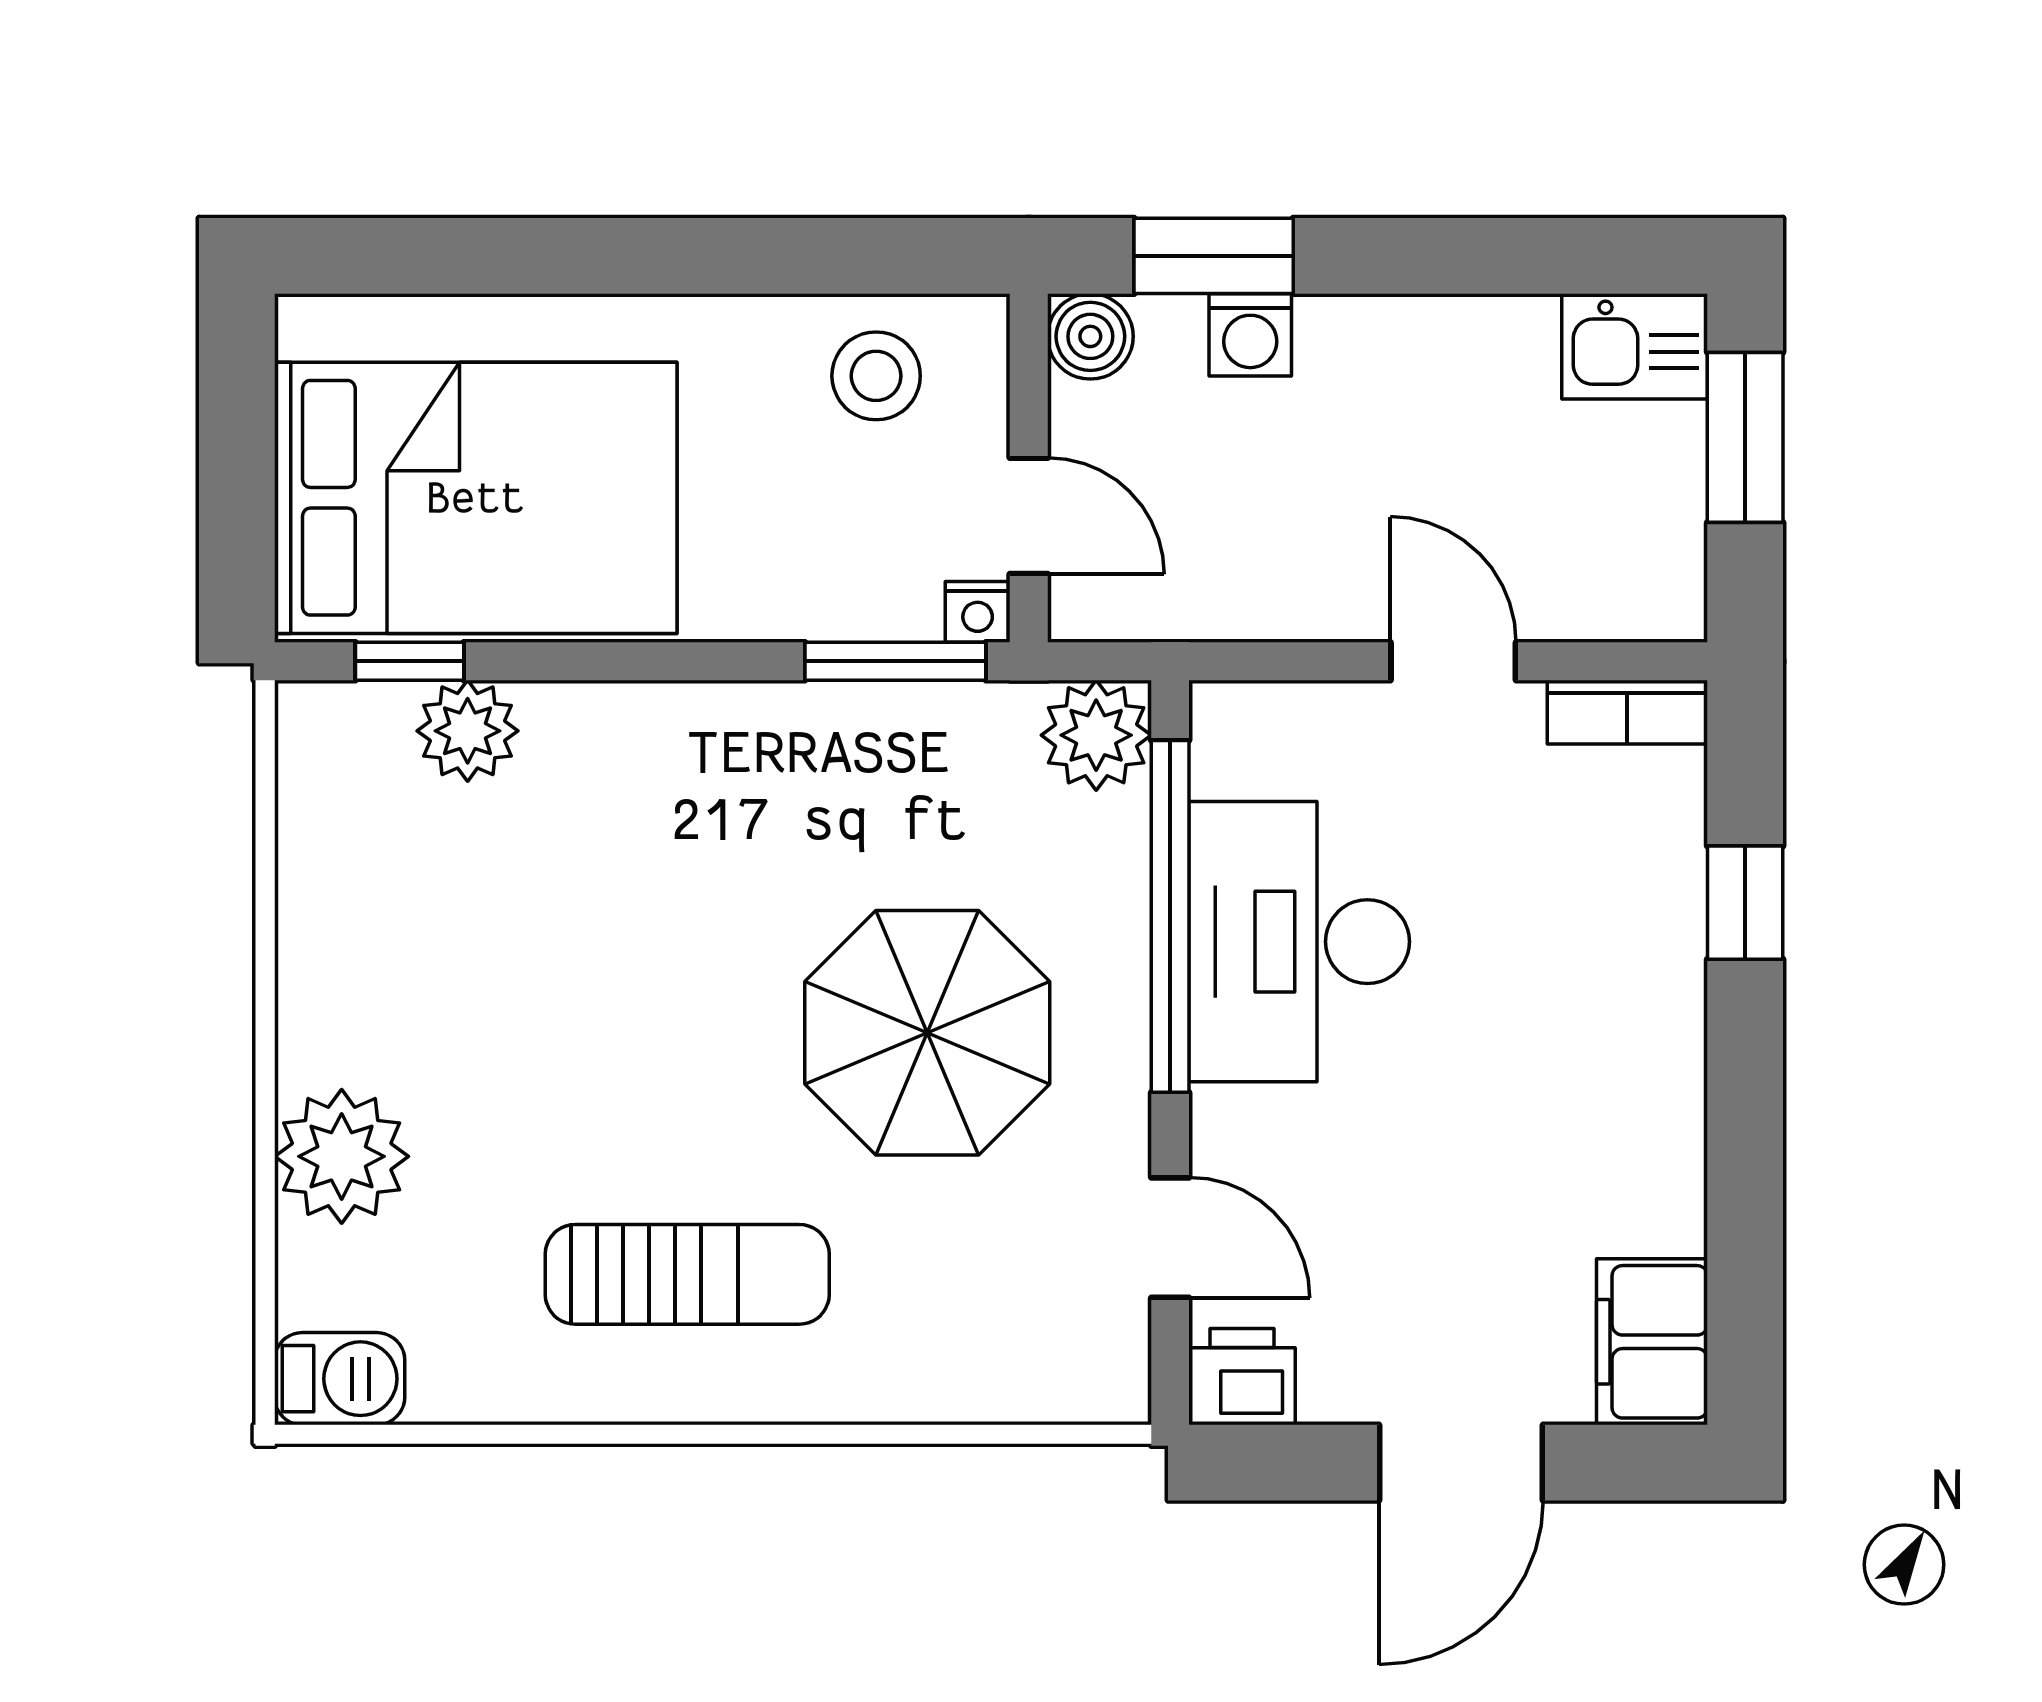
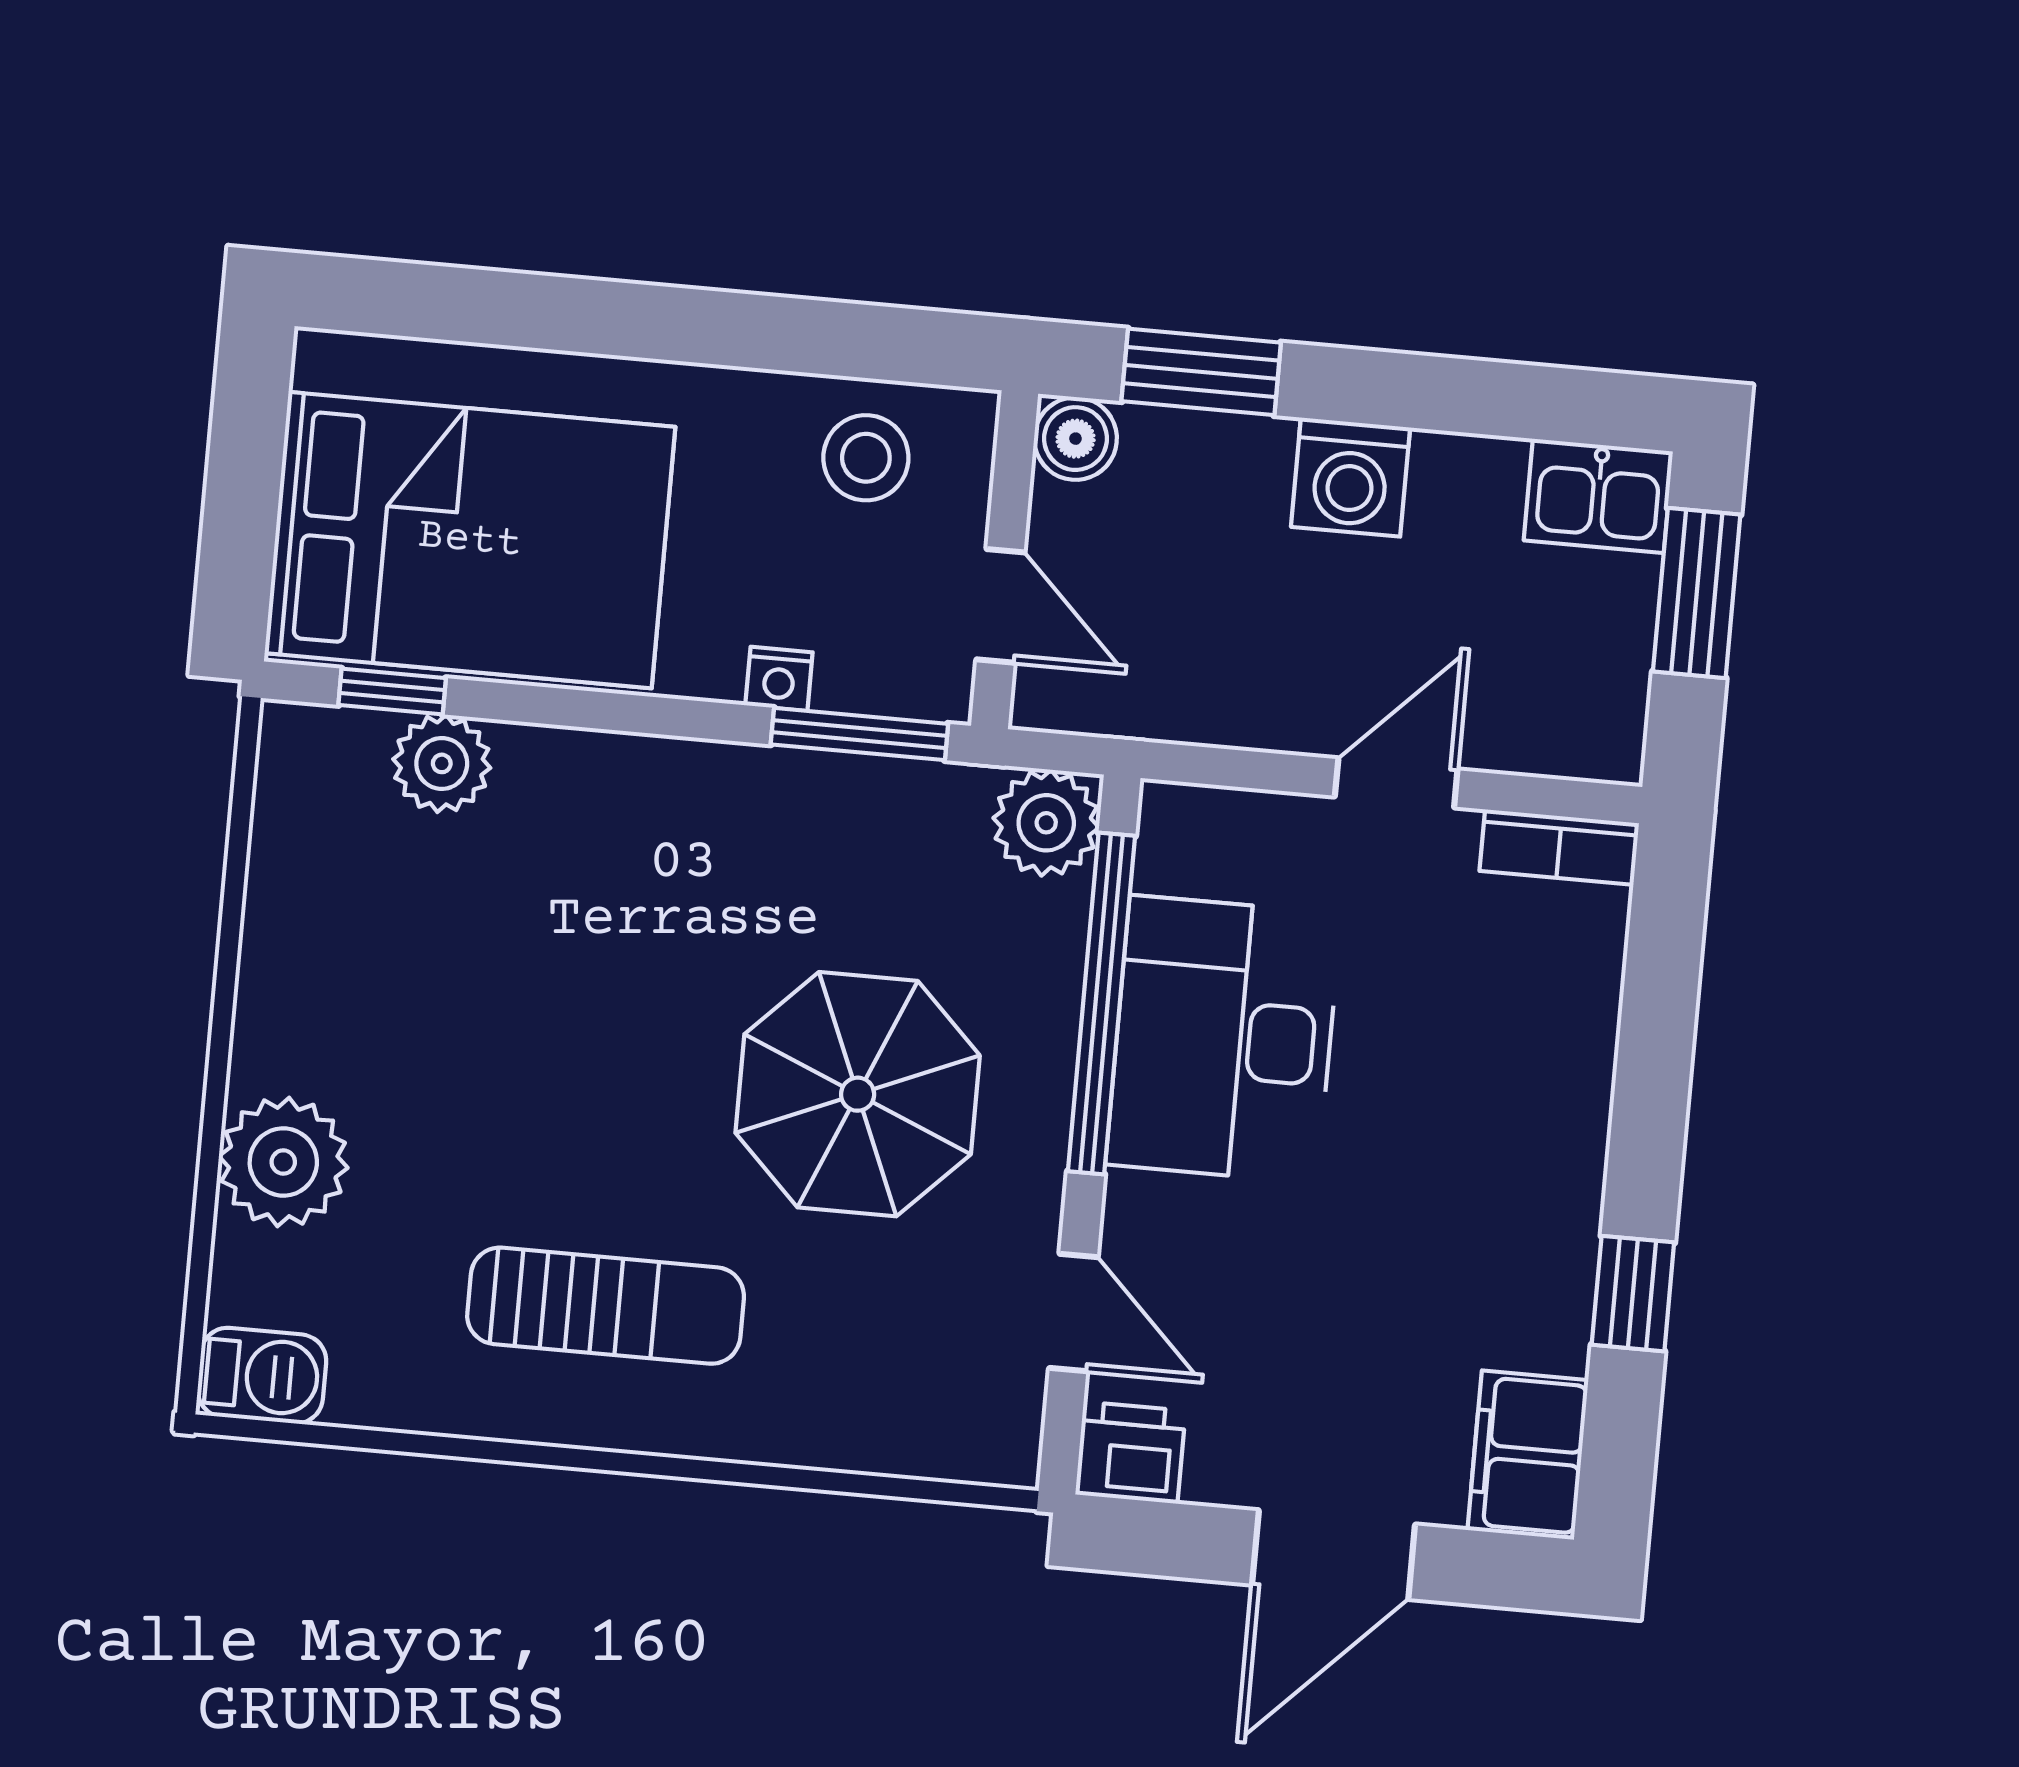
washing machine: (1250, 335) -> (1351, 477), moved, width x1.38, depth x1.38
nightstand: (978, 612) -> (779, 679), moved
door: (1453, 661) -> (1396, 783), hinge flipped
window: (1745, 903) -> (1633, 1294), moved

